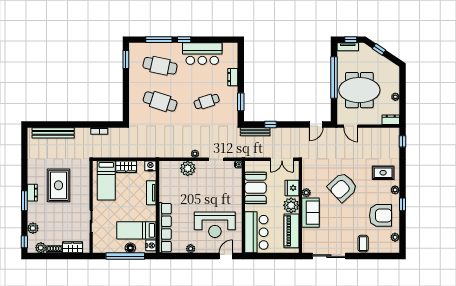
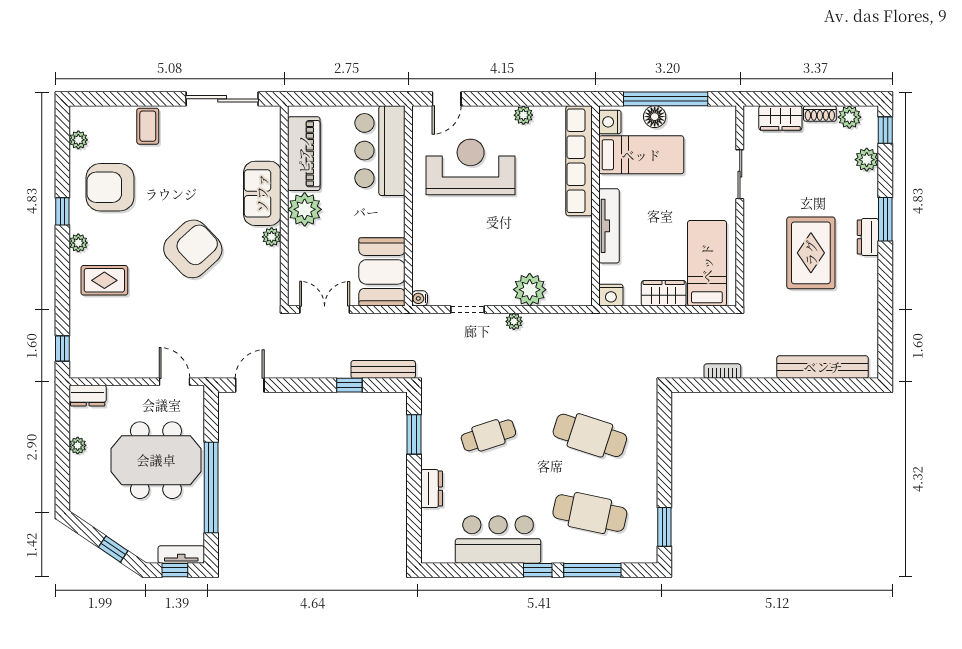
booth: (256, 188) -> (382, 272), moved
fridge: (292, 188) -> (303, 247), removed
tv unit: (151, 193) -> (609, 226), width x1.41

